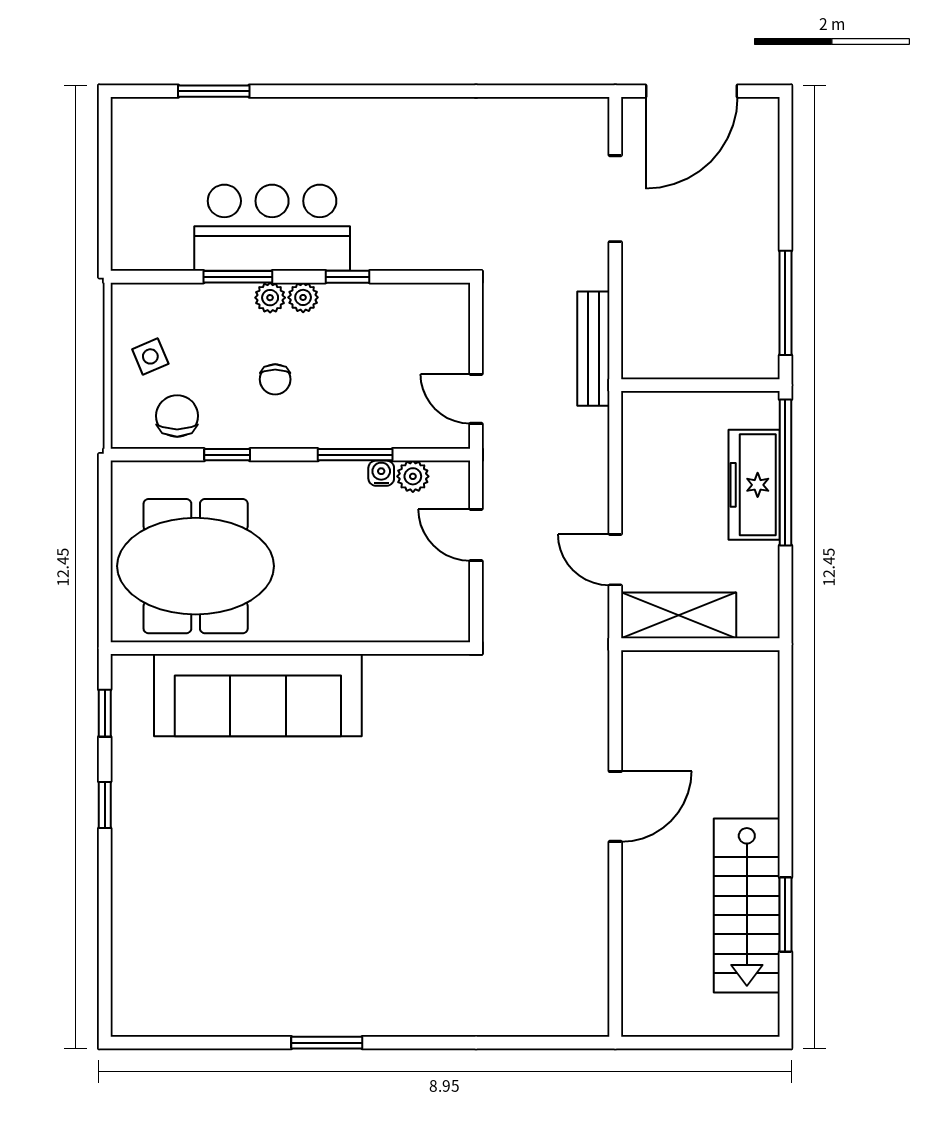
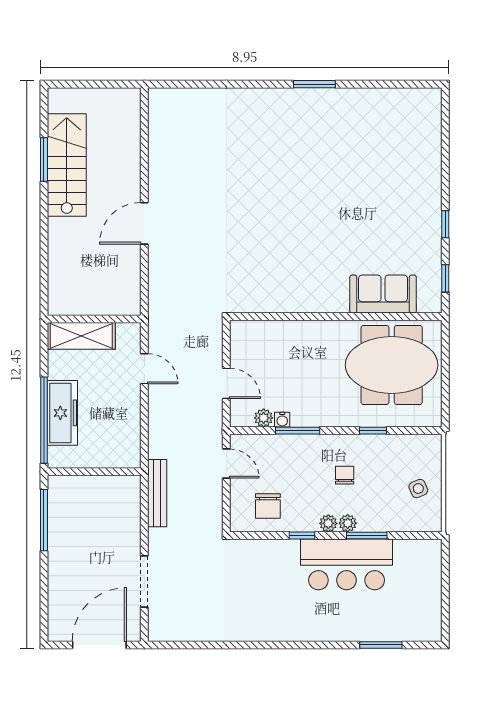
chair: (177, 416) -> (268, 506), moved
shelving: (679, 615) -> (81, 336), moved
sofa: (258, 695) -> (383, 294), width x0.54, depth x0.79

